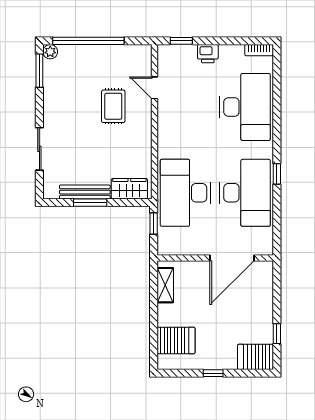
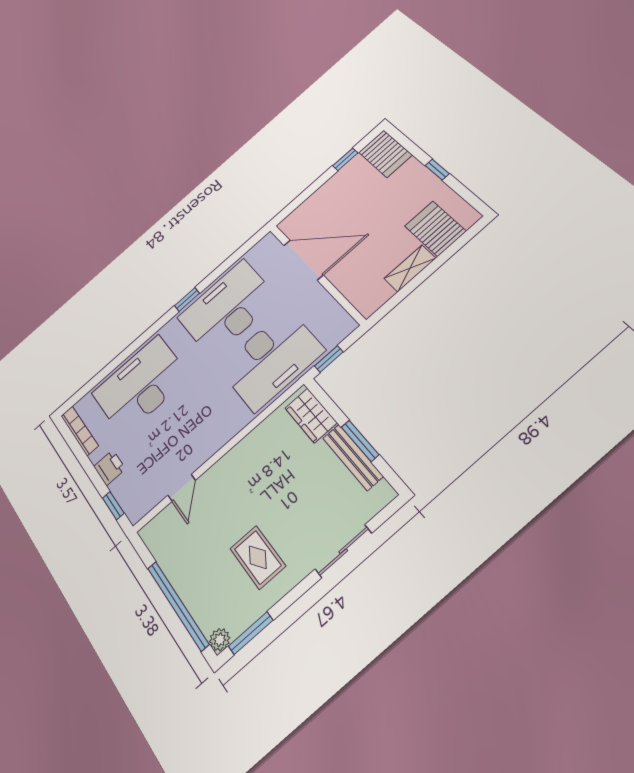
bookcase: (259, 50) -> (79, 431), width x1.56
rug: (113, 106) -> (258, 557), moved, turned 90
shelving: (165, 285) -> (410, 268), moved

